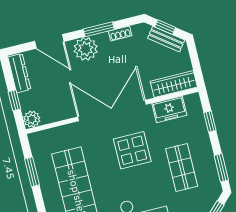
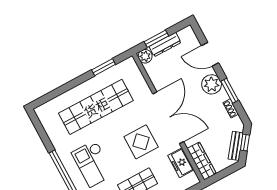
door: (49, 41) -> (210, 54), hinge flipped
dresser: (19, 73) -> (165, 44), moved
window: (14, 100) -> (156, 39), width x1.50

